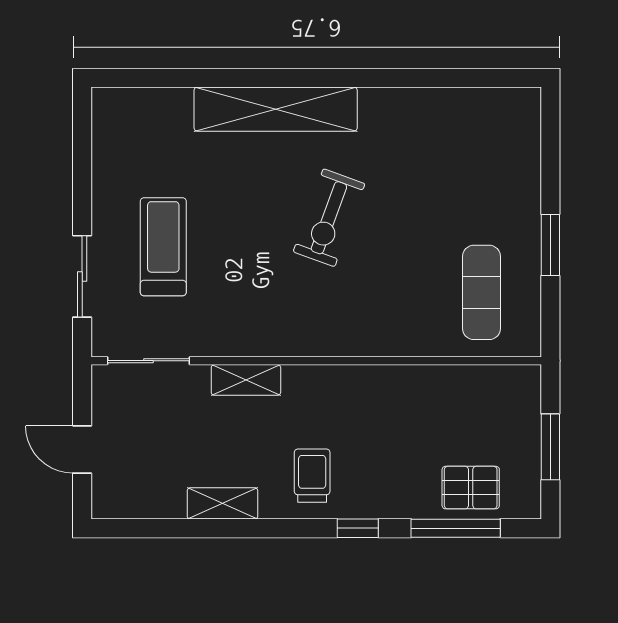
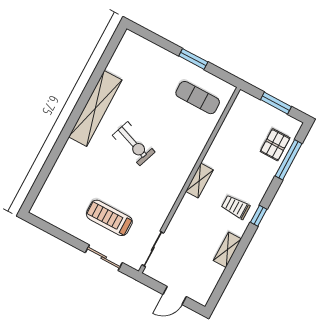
shelving: (276, 109) -> (95, 108), moved
shelving: (246, 380) -> (199, 181), moved
window: (358, 528) -> (259, 216), moved

